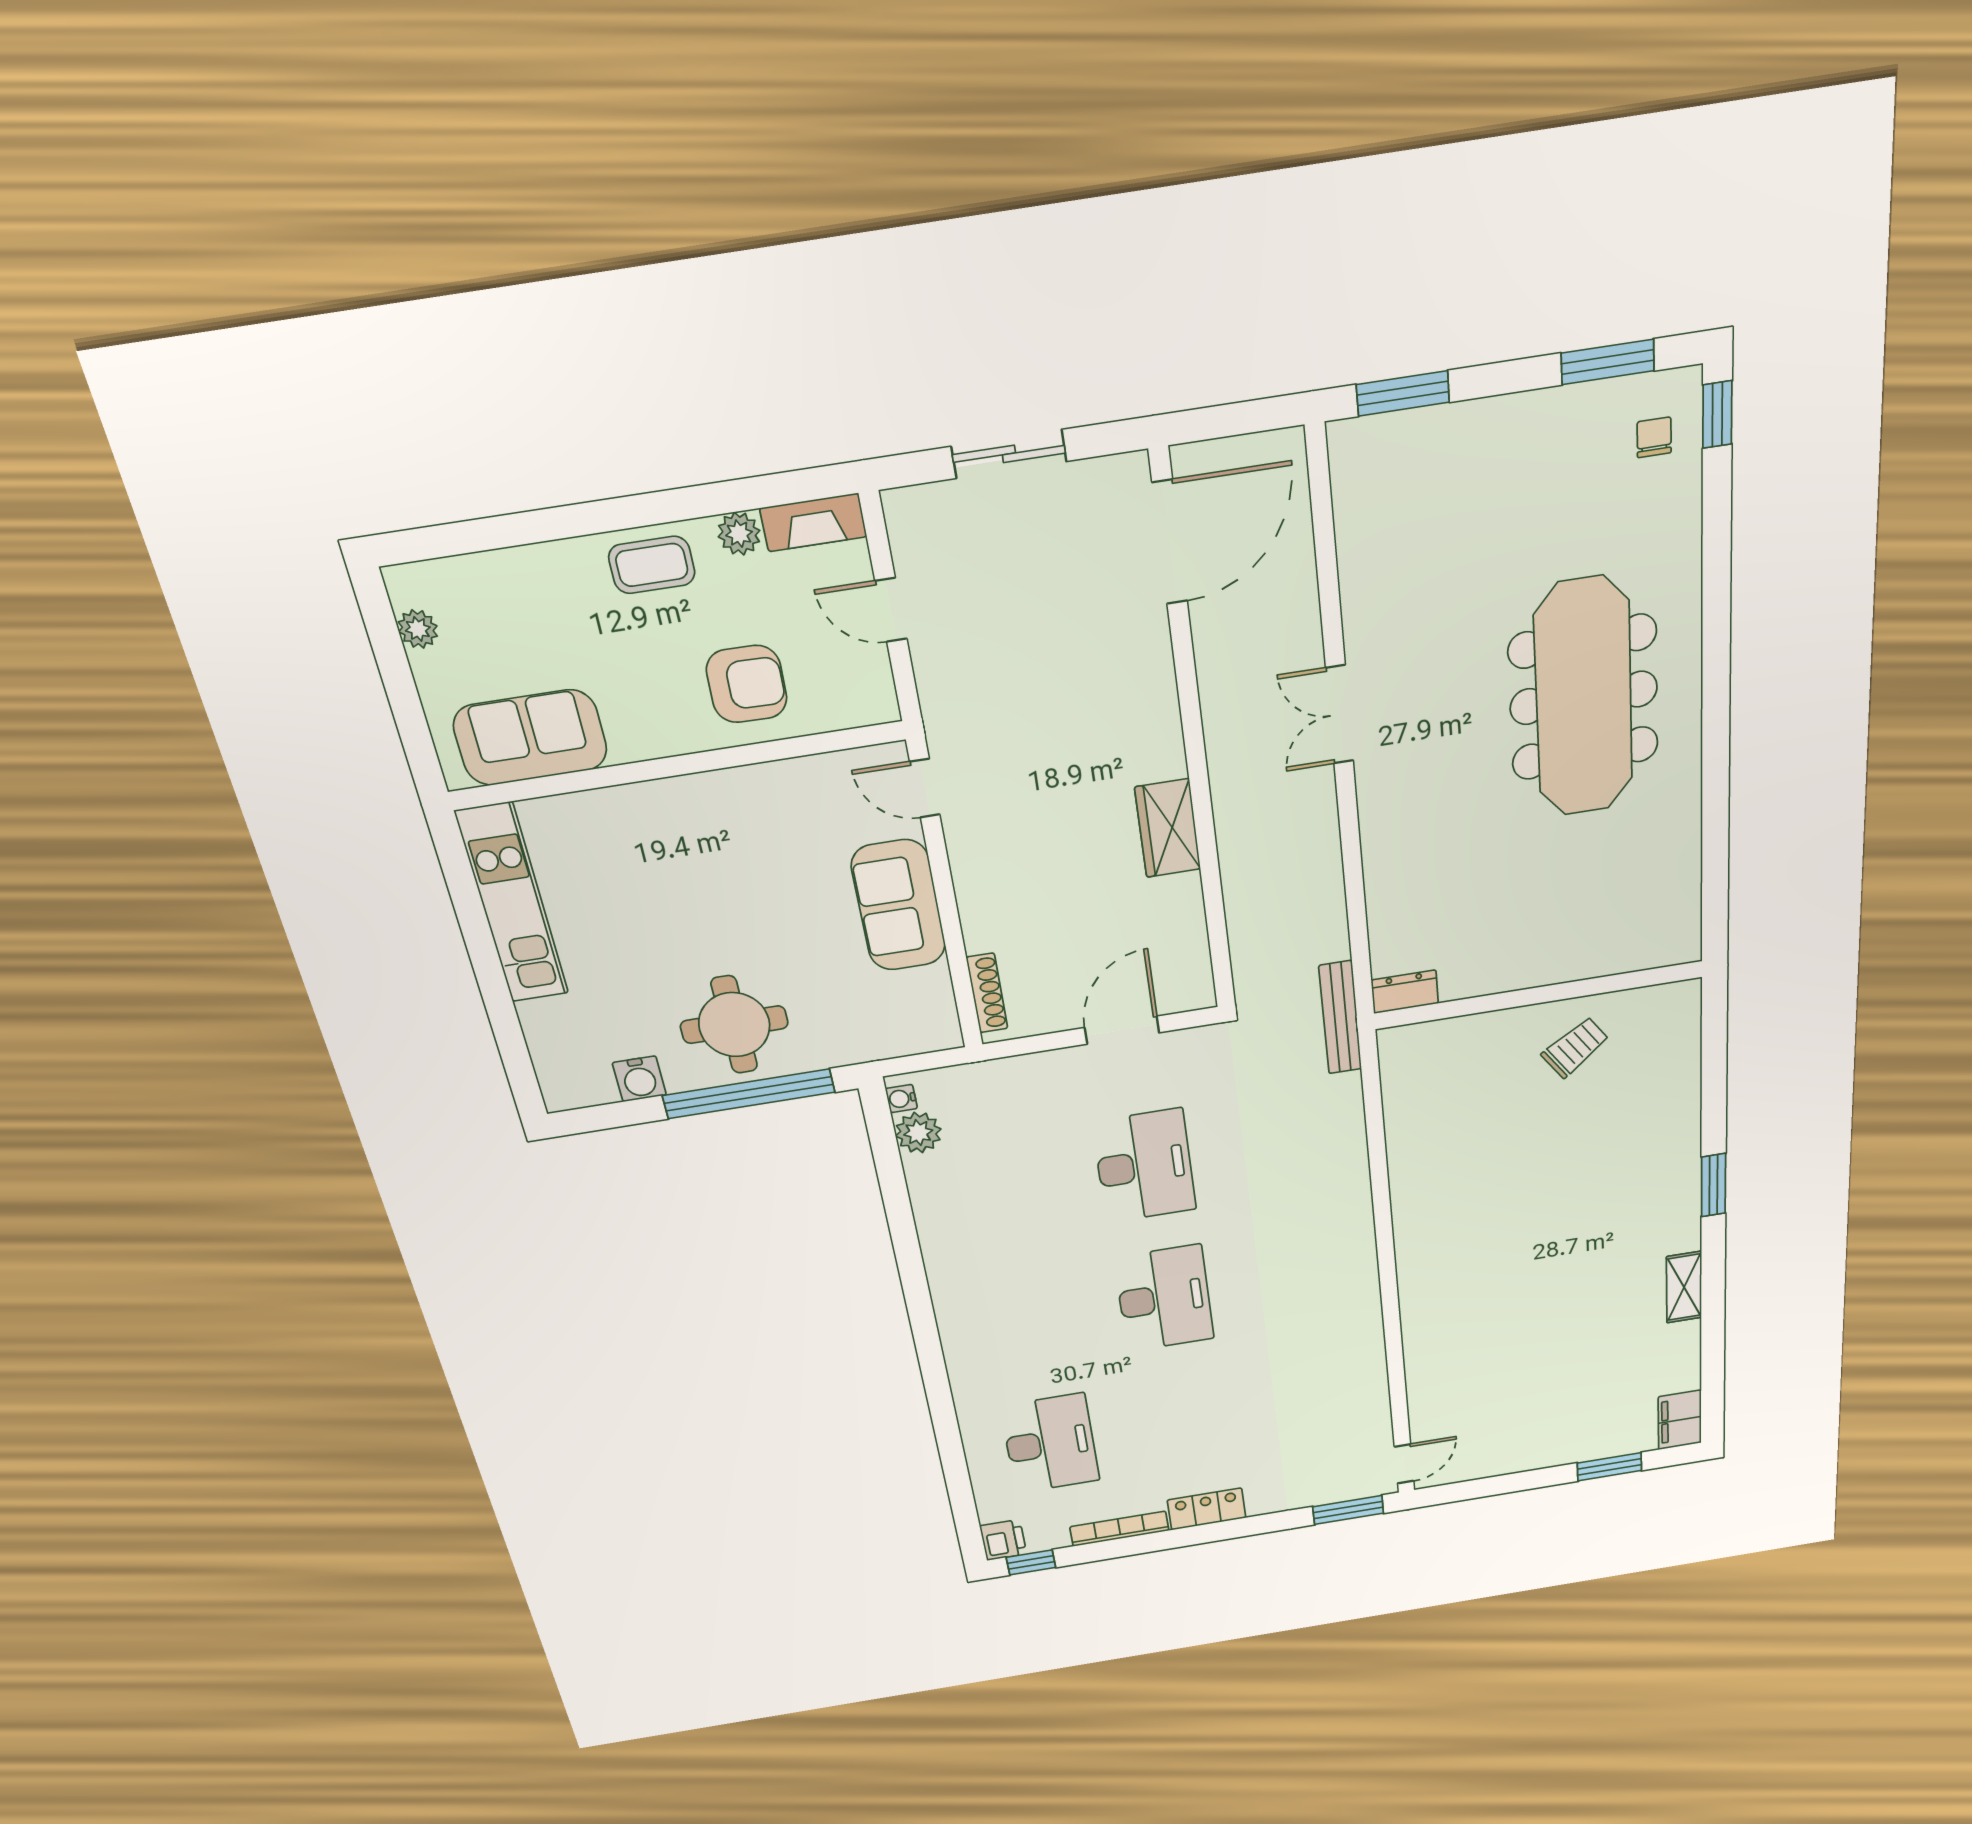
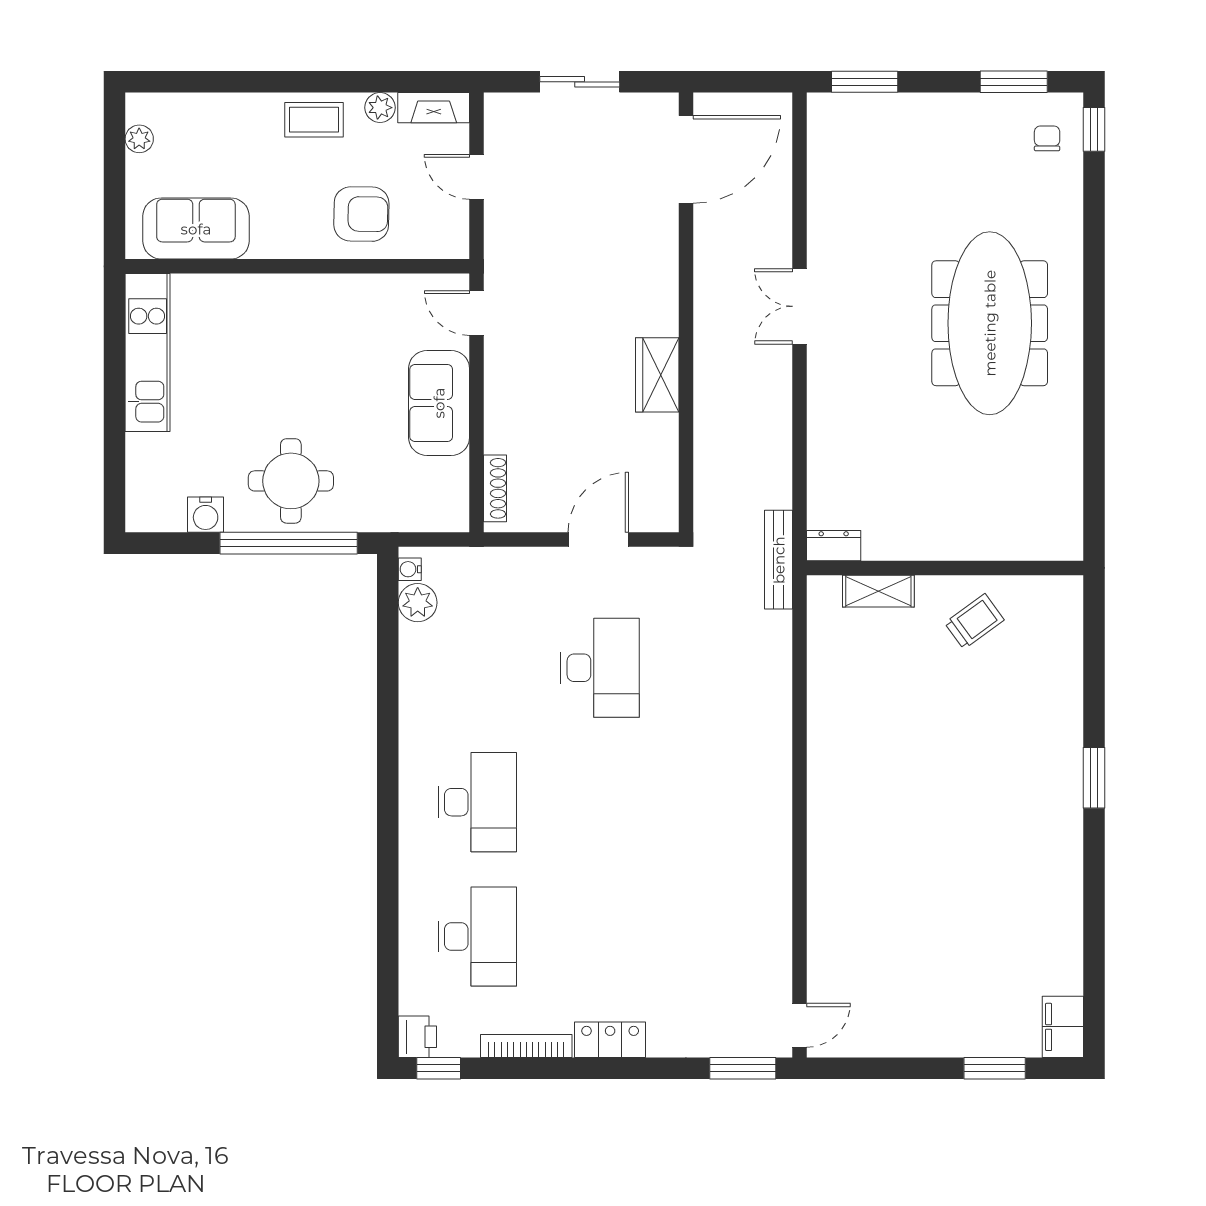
shelving: (1684, 1287) -> (878, 591), moved, turned 90
desk: (1164, 1298) -> (477, 802), moved

